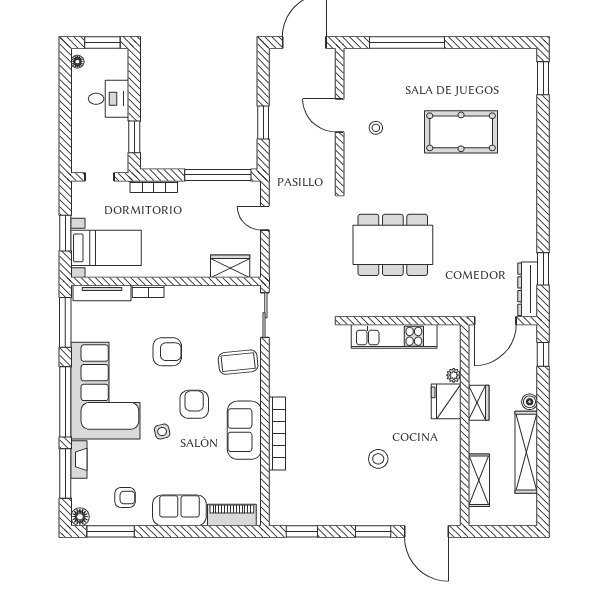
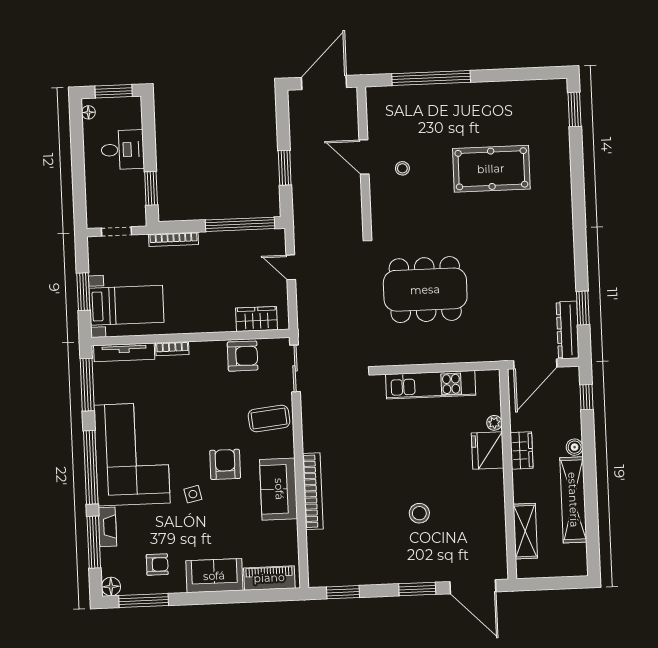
armchair: (167, 352) -> (243, 356), moved

